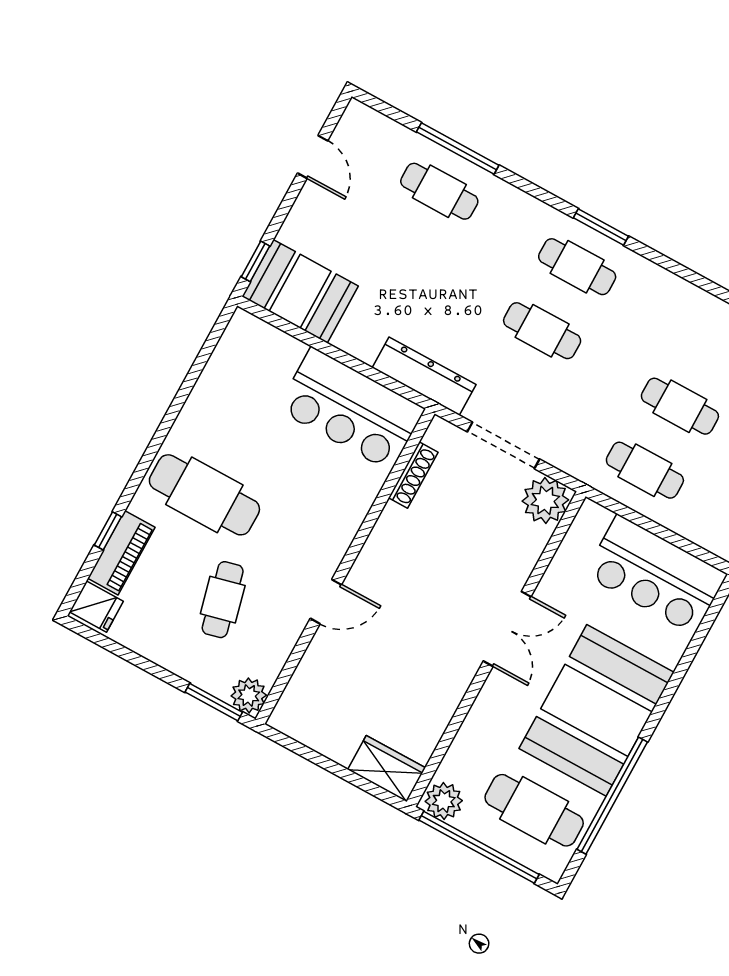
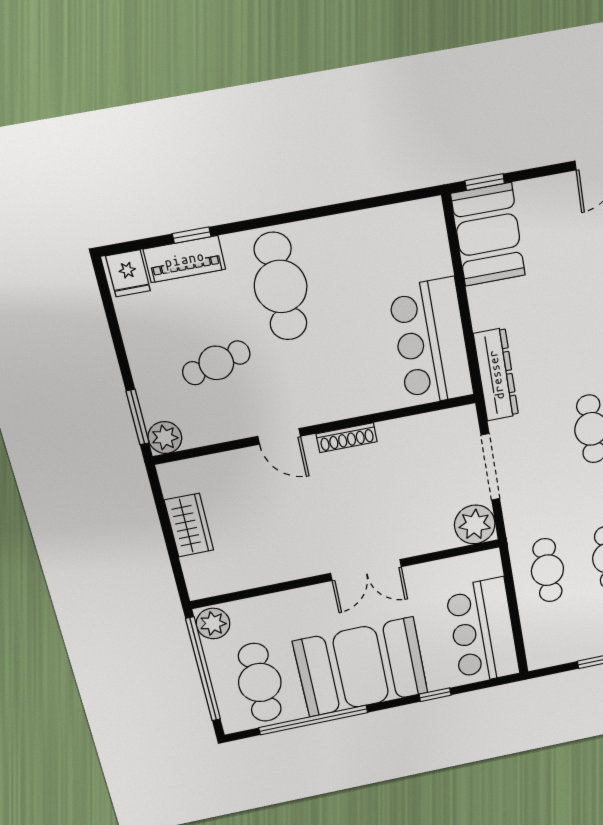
shoe rack: (413, 475) -> (347, 438), moved
window: (682, 667) -> (435, 695), added
wardrobe: (387, 769) -> (189, 525), moved

